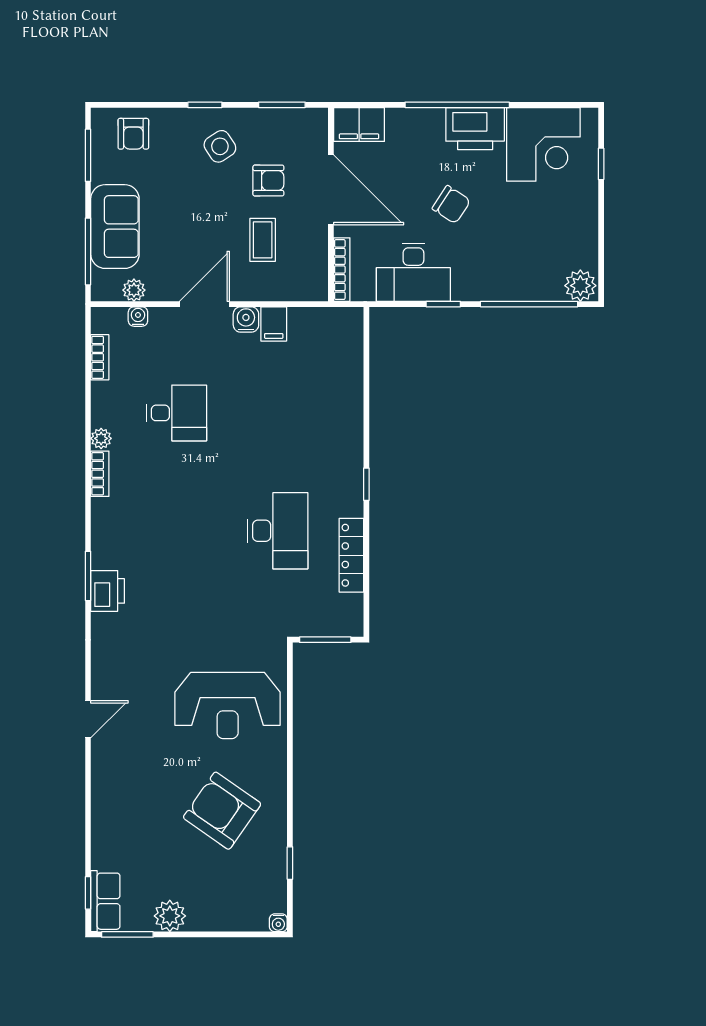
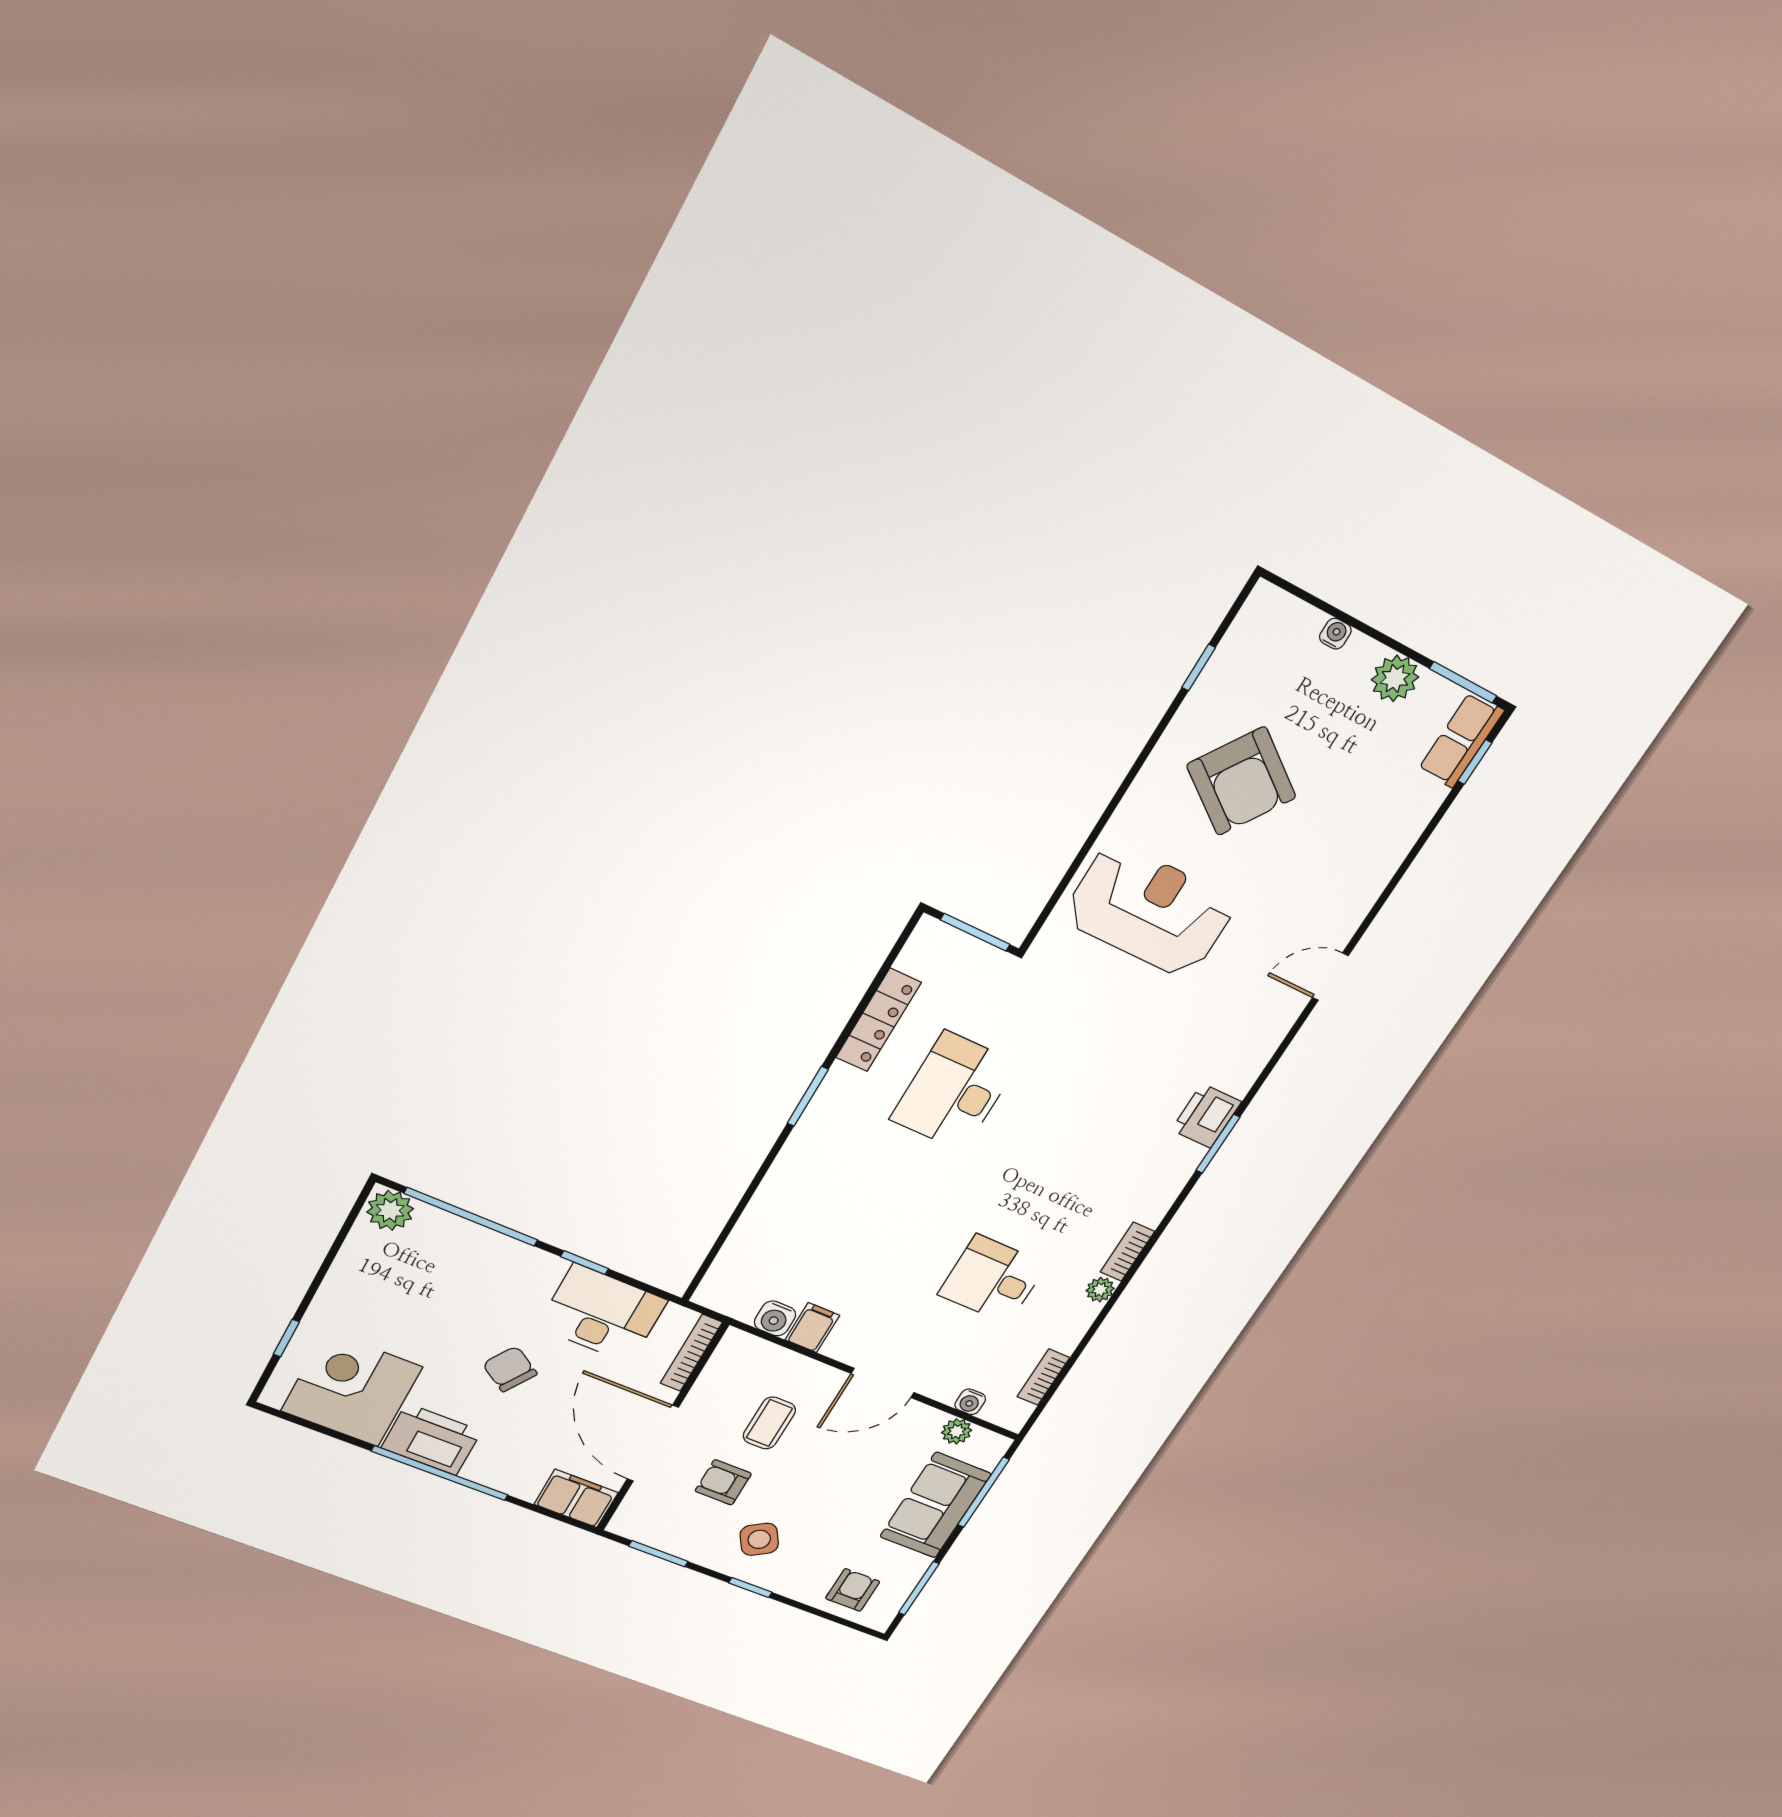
water cooler: (246, 319) -> (775, 1318), moved
window: (366, 484) -> (808, 1096), width x1.50
water cooler: (278, 923) -> (1335, 634), moved

